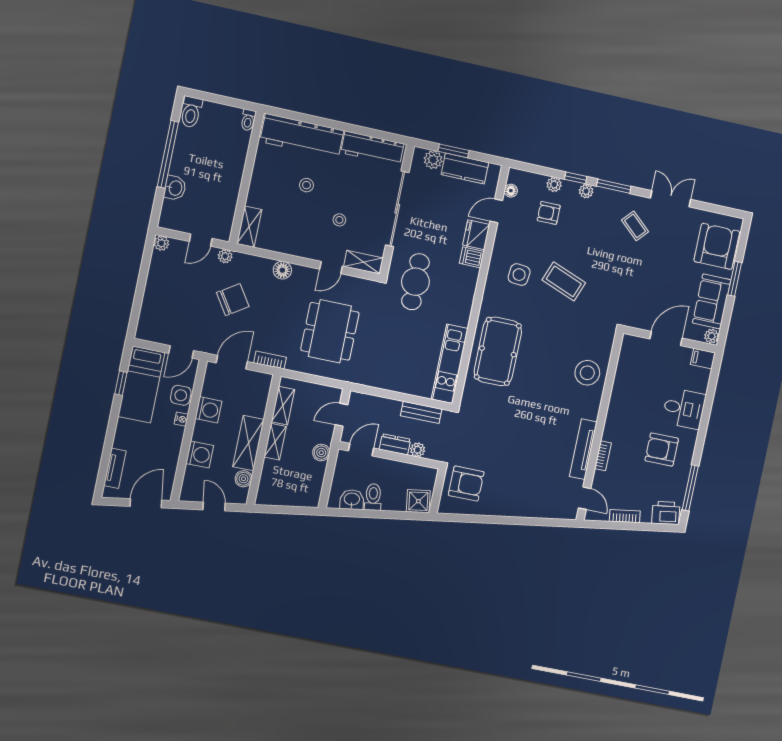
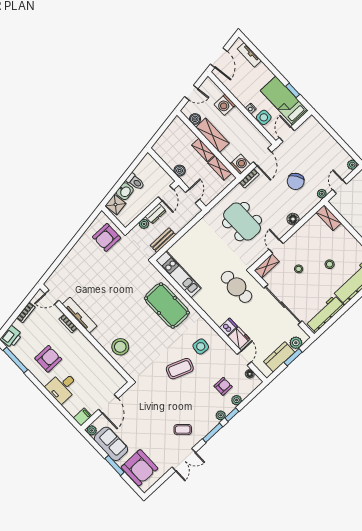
washing machine: (208, 410) -> (240, 164), moved, turned 180
washbasin: (352, 500) -> (125, 191), moved

